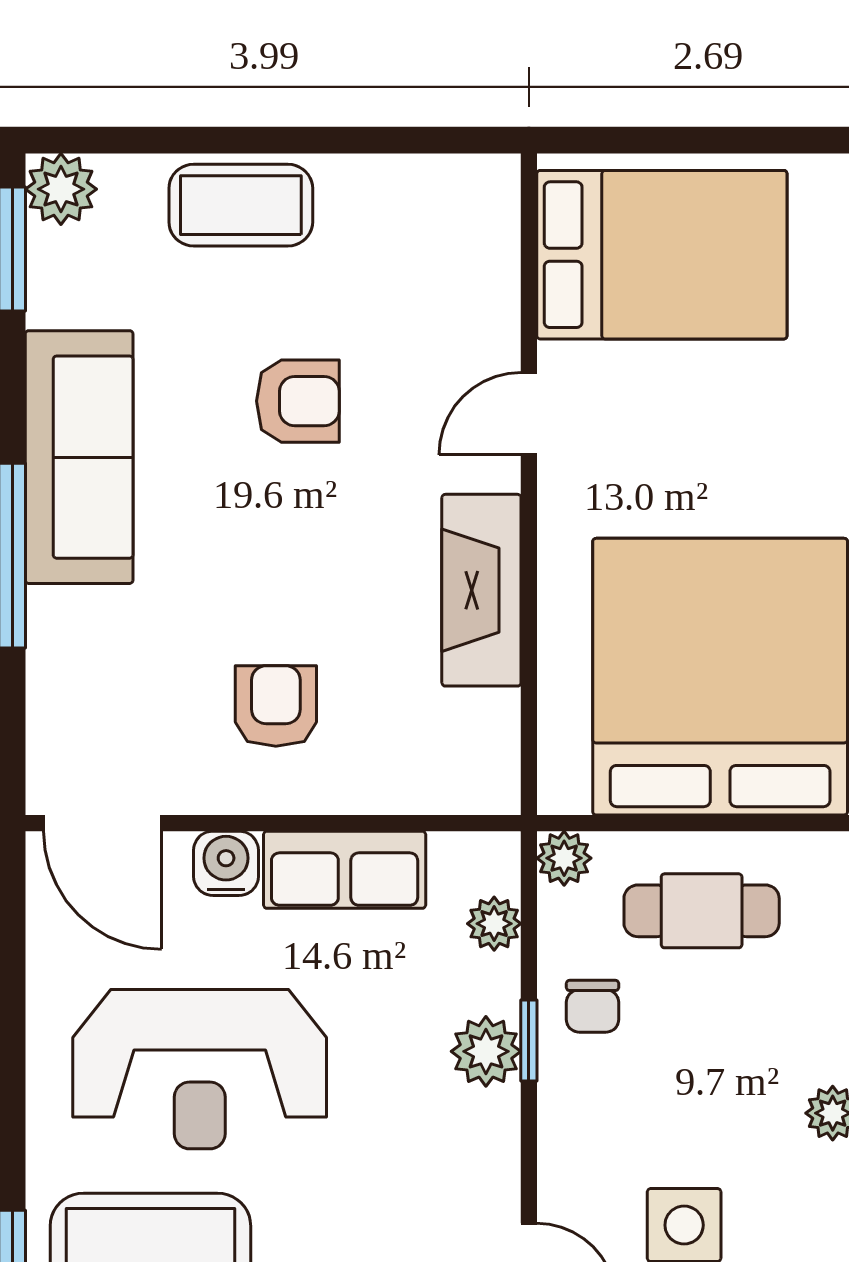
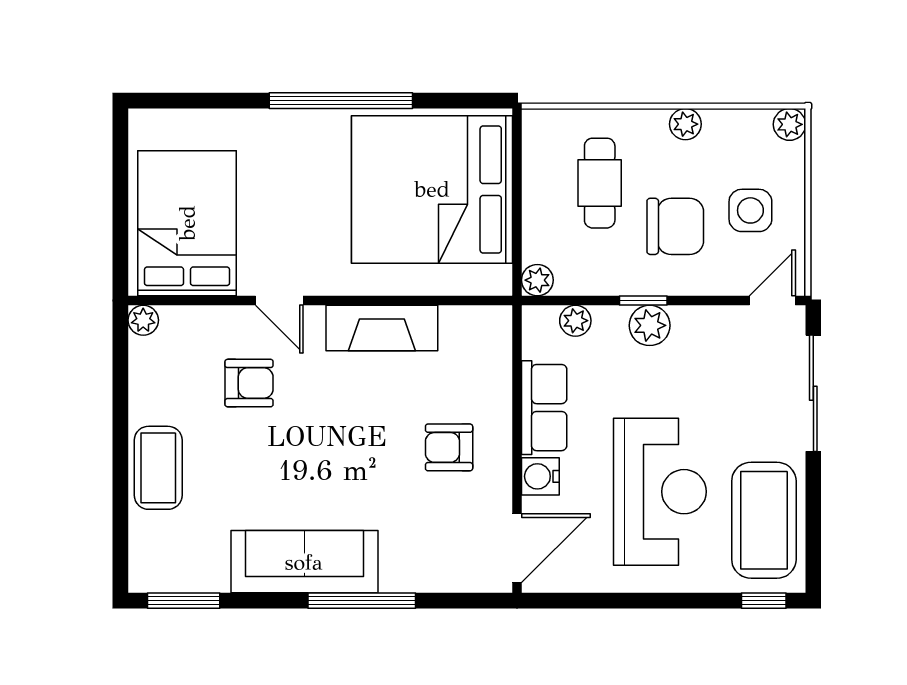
plant: (61, 189) -> (143, 320), moved, width x0.73, depth x0.73
armchair: (298, 401) -> (249, 383), moved, turned 90
cafe table: (702, 911) -> (600, 183), moved
chair: (593, 1006) -> (675, 226), moved, width x1.87, depth x1.87

